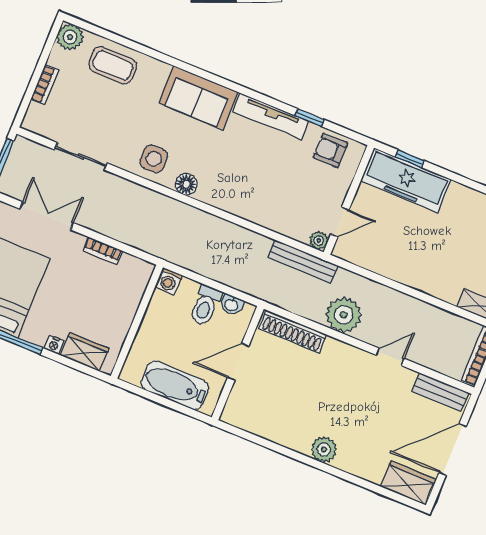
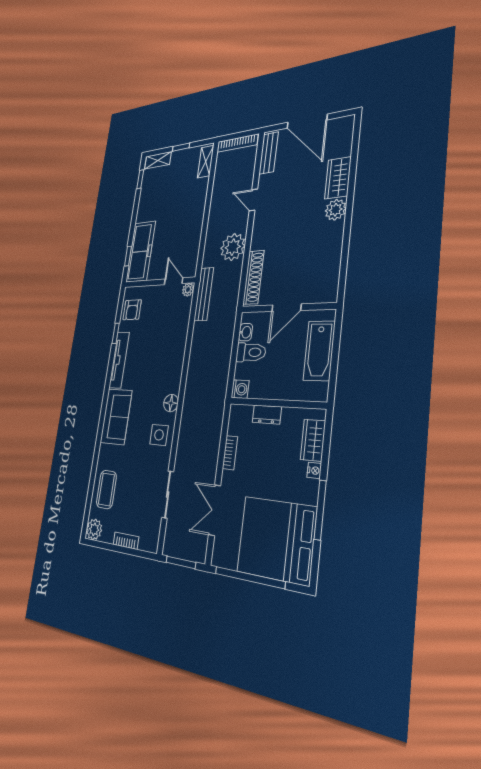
dresser: (129, 307) -> (267, 415), added
door: (238, 362) -> (286, 308), hinge flipped
wardrobe: (408, 483) -> (338, 178), moved

